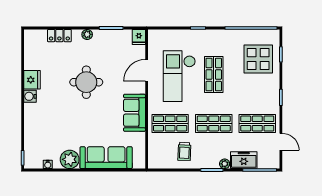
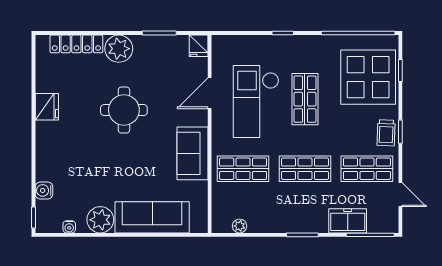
plant: (87, 34) -> (119, 49), width x1.87, depth x1.87
locker: (59, 36) -> (76, 44), width x1.53
display table: (258, 59) -> (368, 77), width x1.36, depth x1.36
water cooler: (30, 96) -> (44, 190), moved
trolley: (184, 151) -> (386, 133), moved
plant: (225, 164) -> (240, 226), moved

